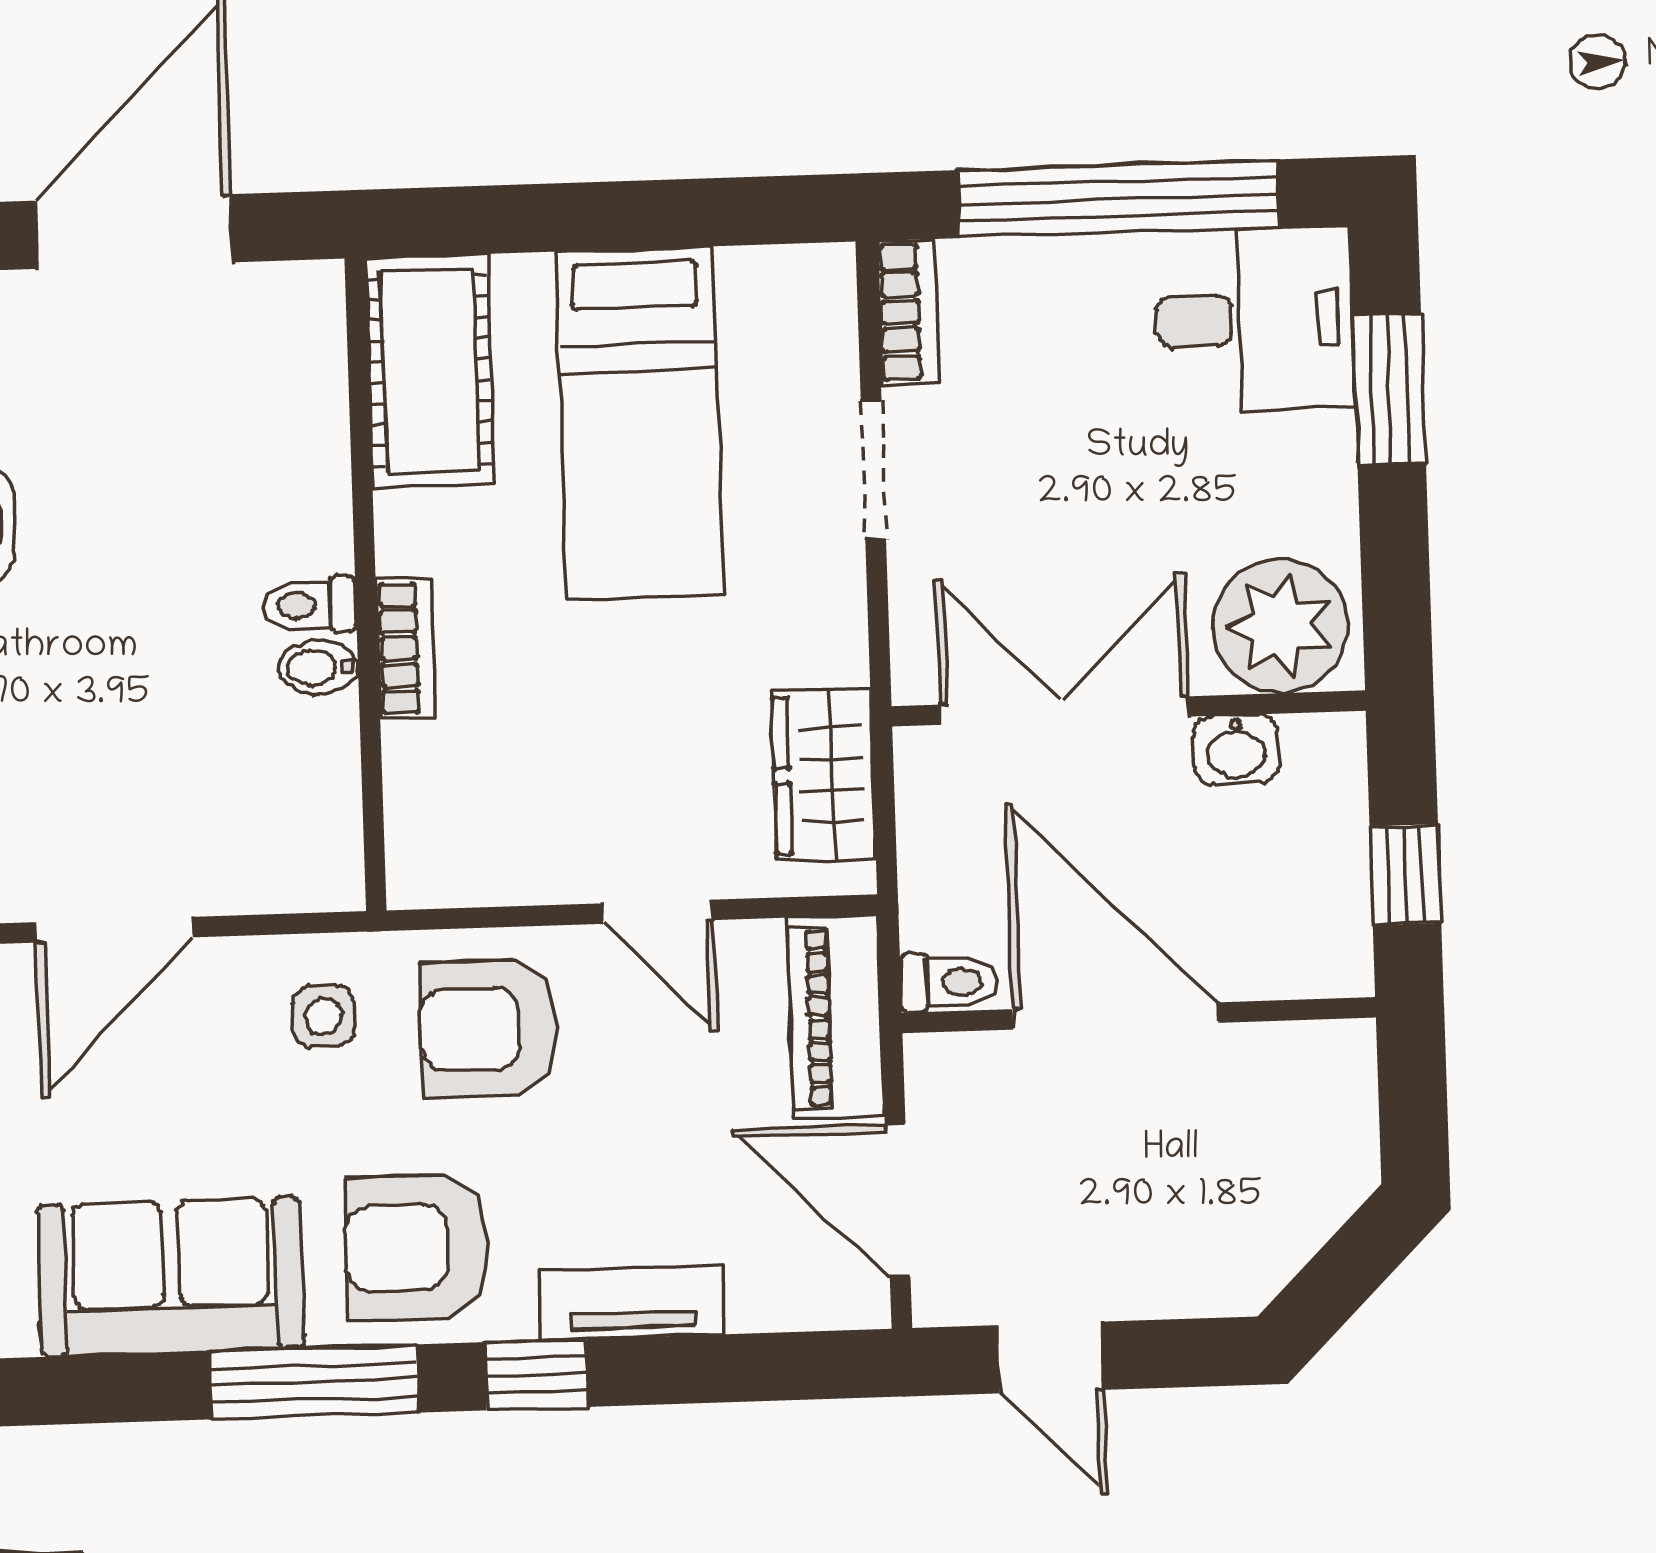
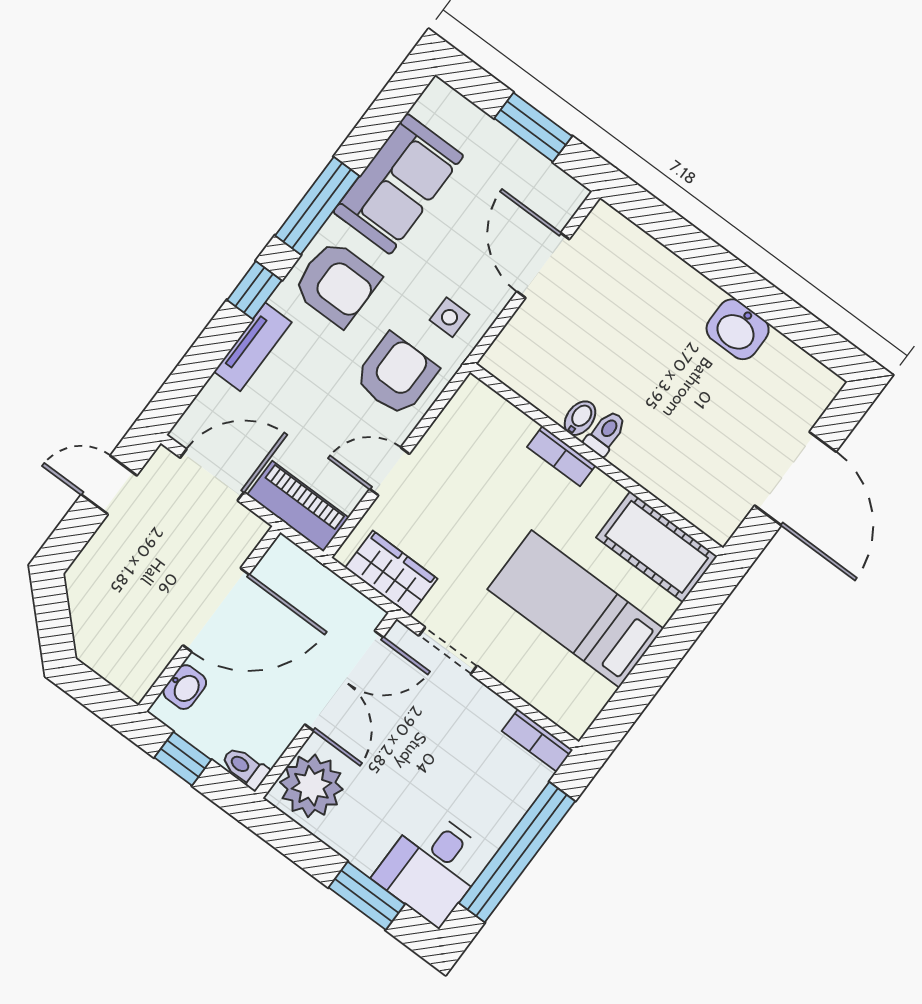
doorway: (873, 470) -> (448, 651), moved
washbasin: (1236, 750) -> (185, 687), moved, turned 180
toilet: (949, 982) -> (245, 768), moved, turned 90
armchair: (417, 1247) -> (337, 283), turned 90

